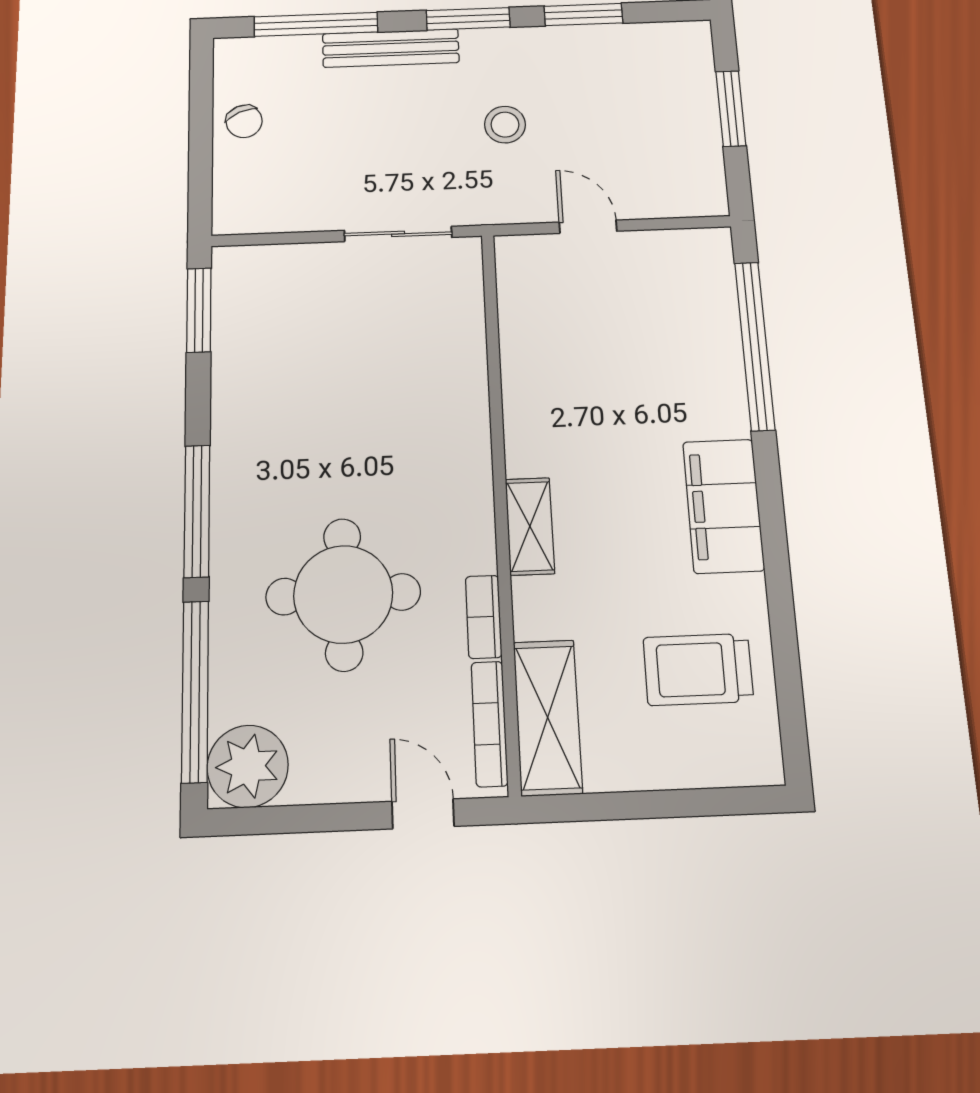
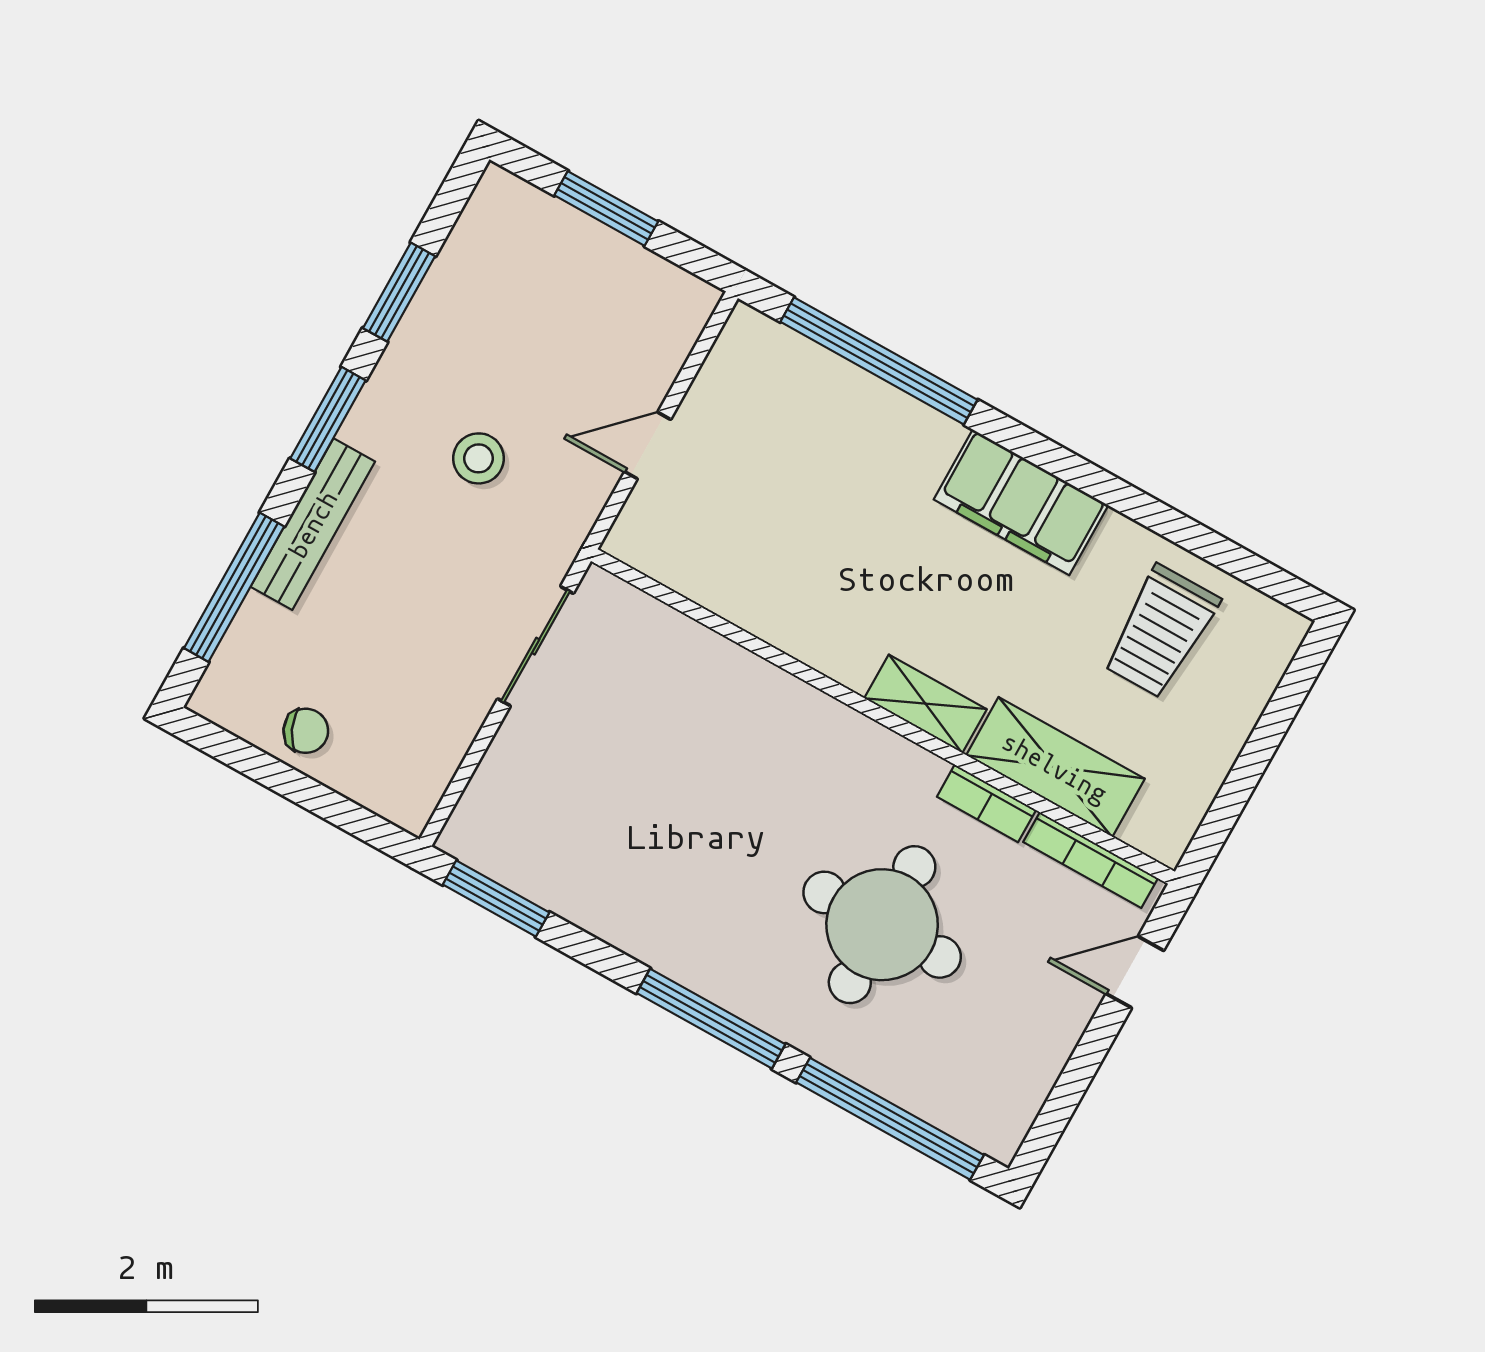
shelving: (548, 717) -> (1055, 767), moved
plant: (248, 766) -> (992, 1109), removed

